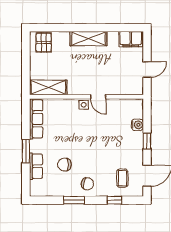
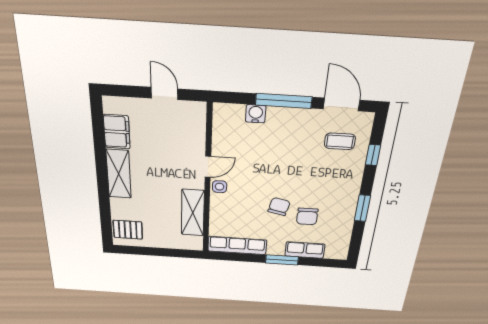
filing cabinet: (131, 39) -> (117, 132), moved
shelving: (48, 87) -> (193, 213), moved
window: (147, 141) -> (284, 101), width x2.17
chair: (87, 184) -> (279, 207), moved

